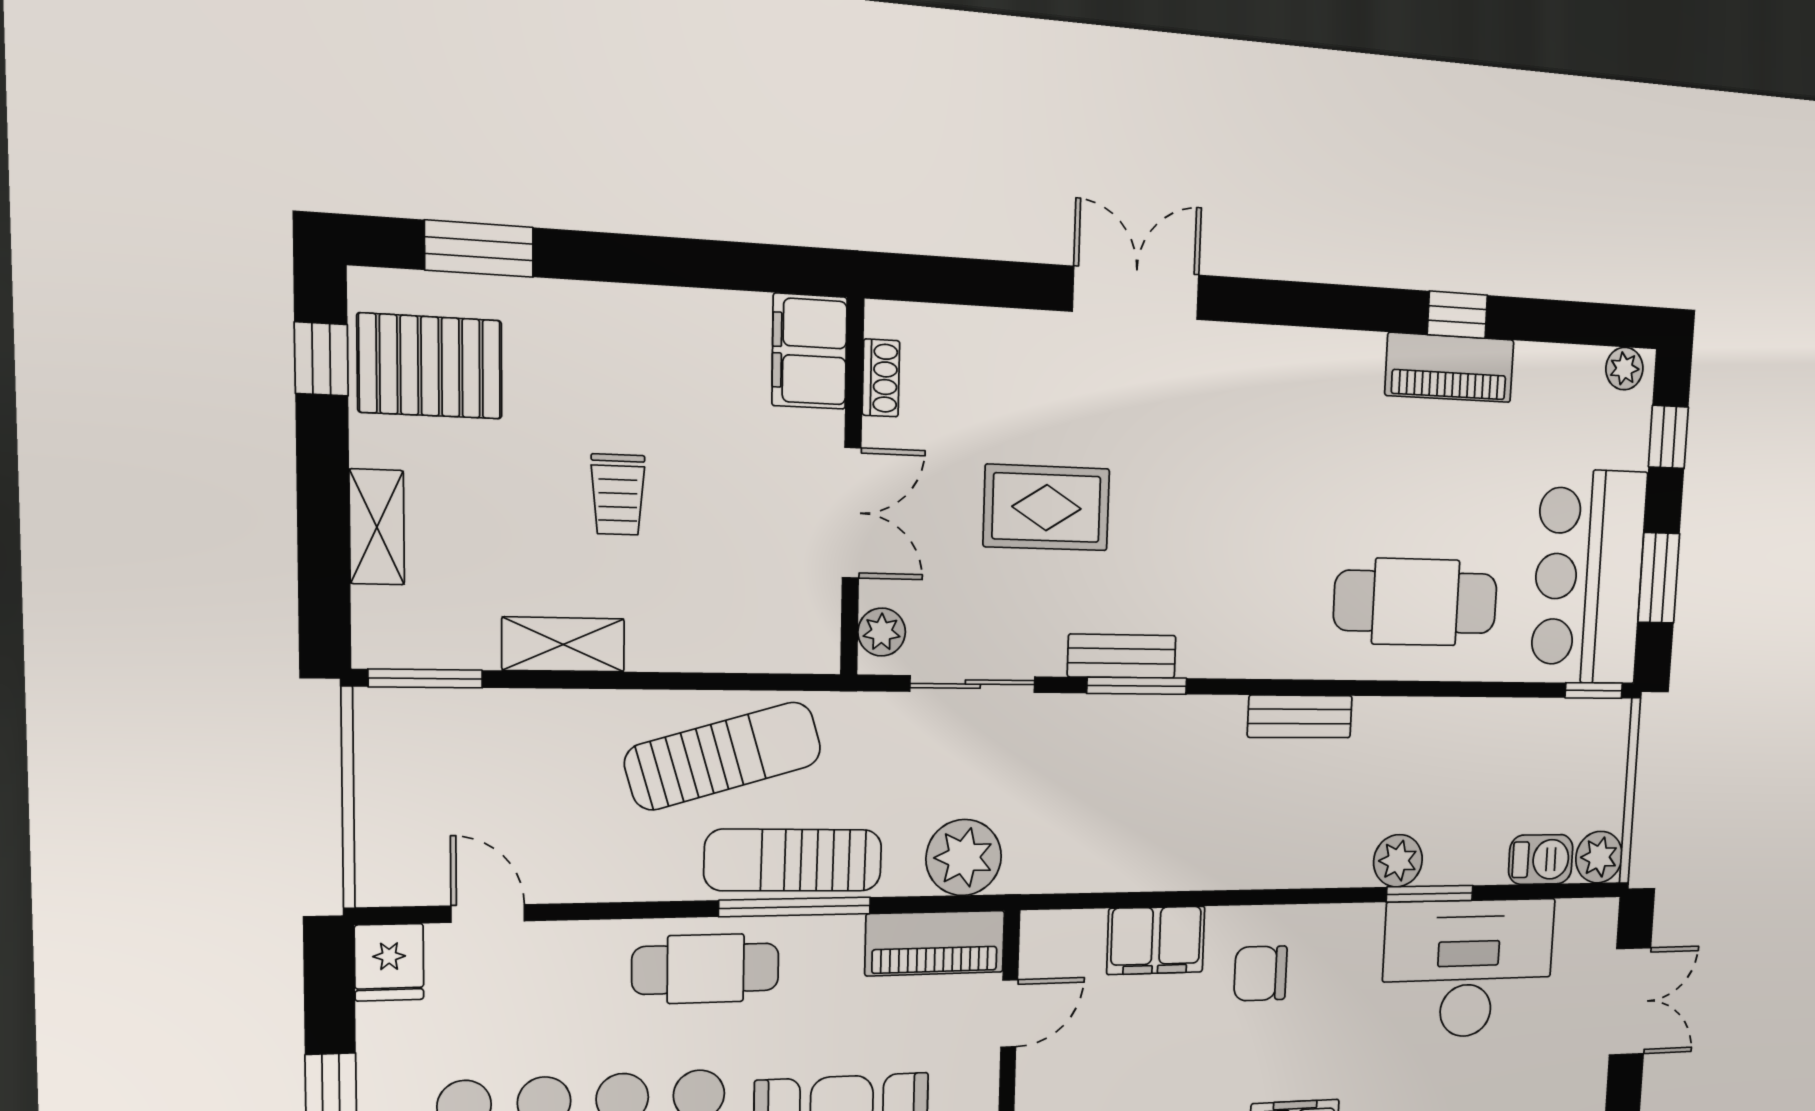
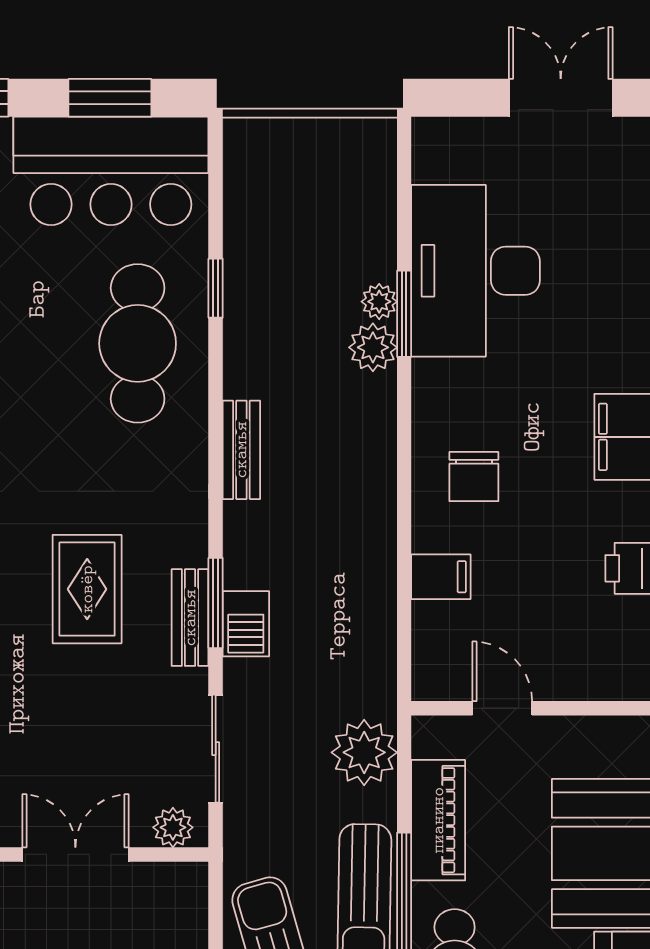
rug: (1047, 508) -> (87, 589), moved
window: (1594, 690) -> (216, 288), moved
plant: (1599, 857) -> (379, 302), moved, width x0.73, depth x0.73
barbecue: (1541, 859) -> (246, 624), moved, turned 180
filing cabinet: (1156, 940) -> (441, 577), width x0.50
piano: (935, 943) -> (438, 820), moved
double door: (1630, 1001) -> (561, 98), moved

